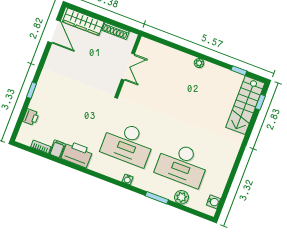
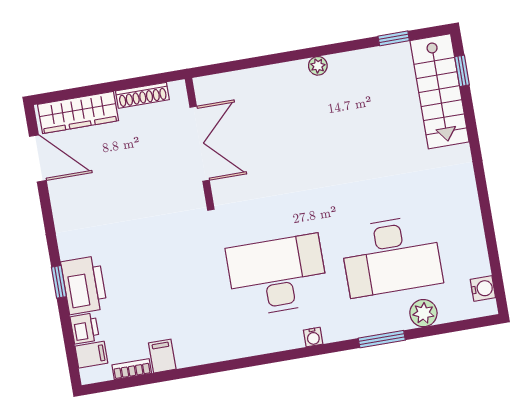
double door: (128, 67) -> (200, 144), width x1.37
filing cabinet: (27, 130) -> (91, 355), added
desk: (128, 143) -> (277, 275), turned 180
printer: (77, 154) -> (84, 285), moved, turned 90

